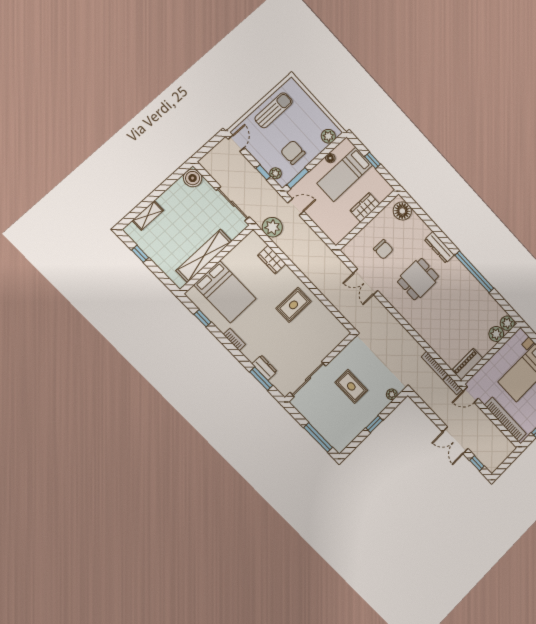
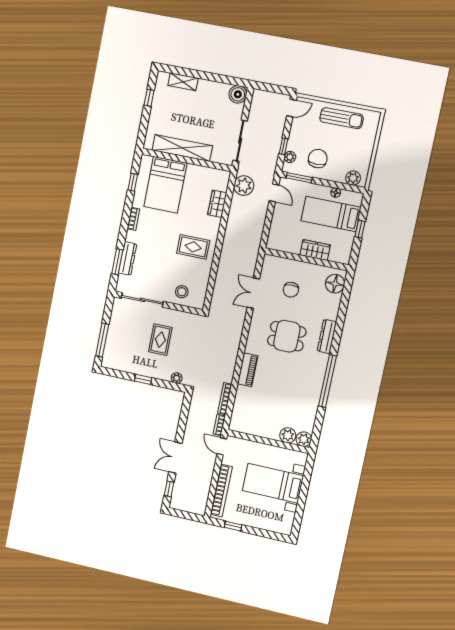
stool: (324, 340) -> (182, 292), added
piano: (467, 364) -> (248, 370), moved, turned 90
dresser: (265, 368) -> (128, 258), width x1.44

